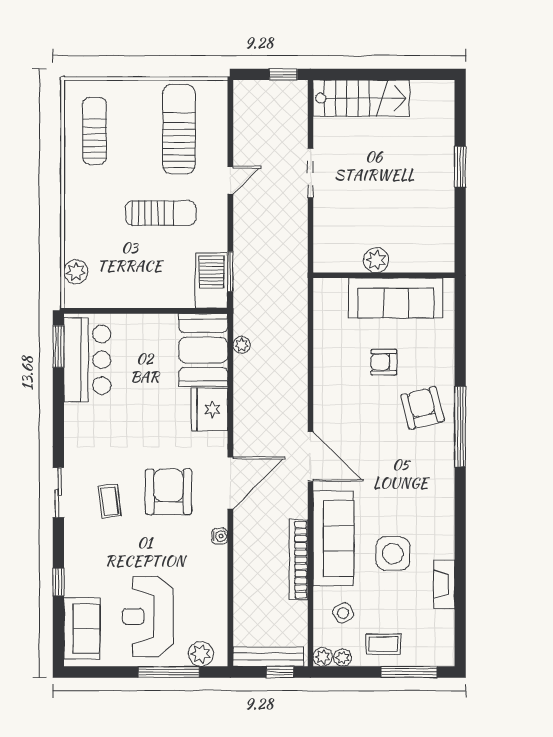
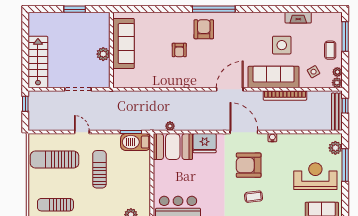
plant: (376, 260) -> (103, 54), moved
wall: (384, 275) -> (111, 50), moved
sofa: (396, 298) -> (123, 44), moved
armchair: (422, 408) -> (204, 29), turned 104
reception desk: (148, 616) -> (315, 176), turned 180

